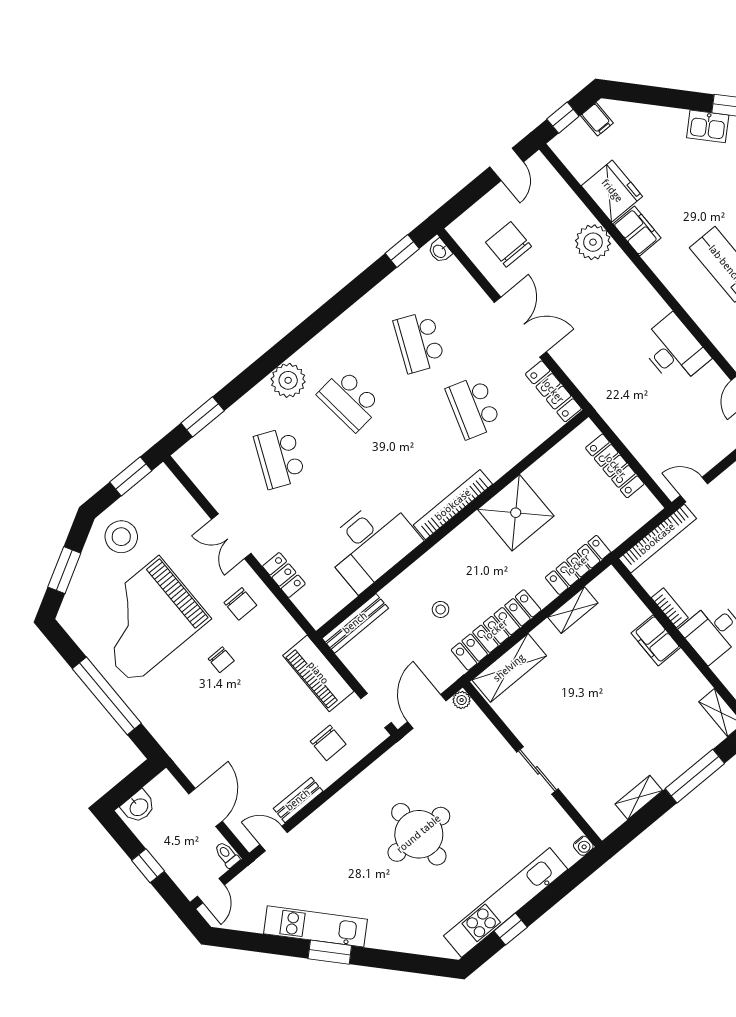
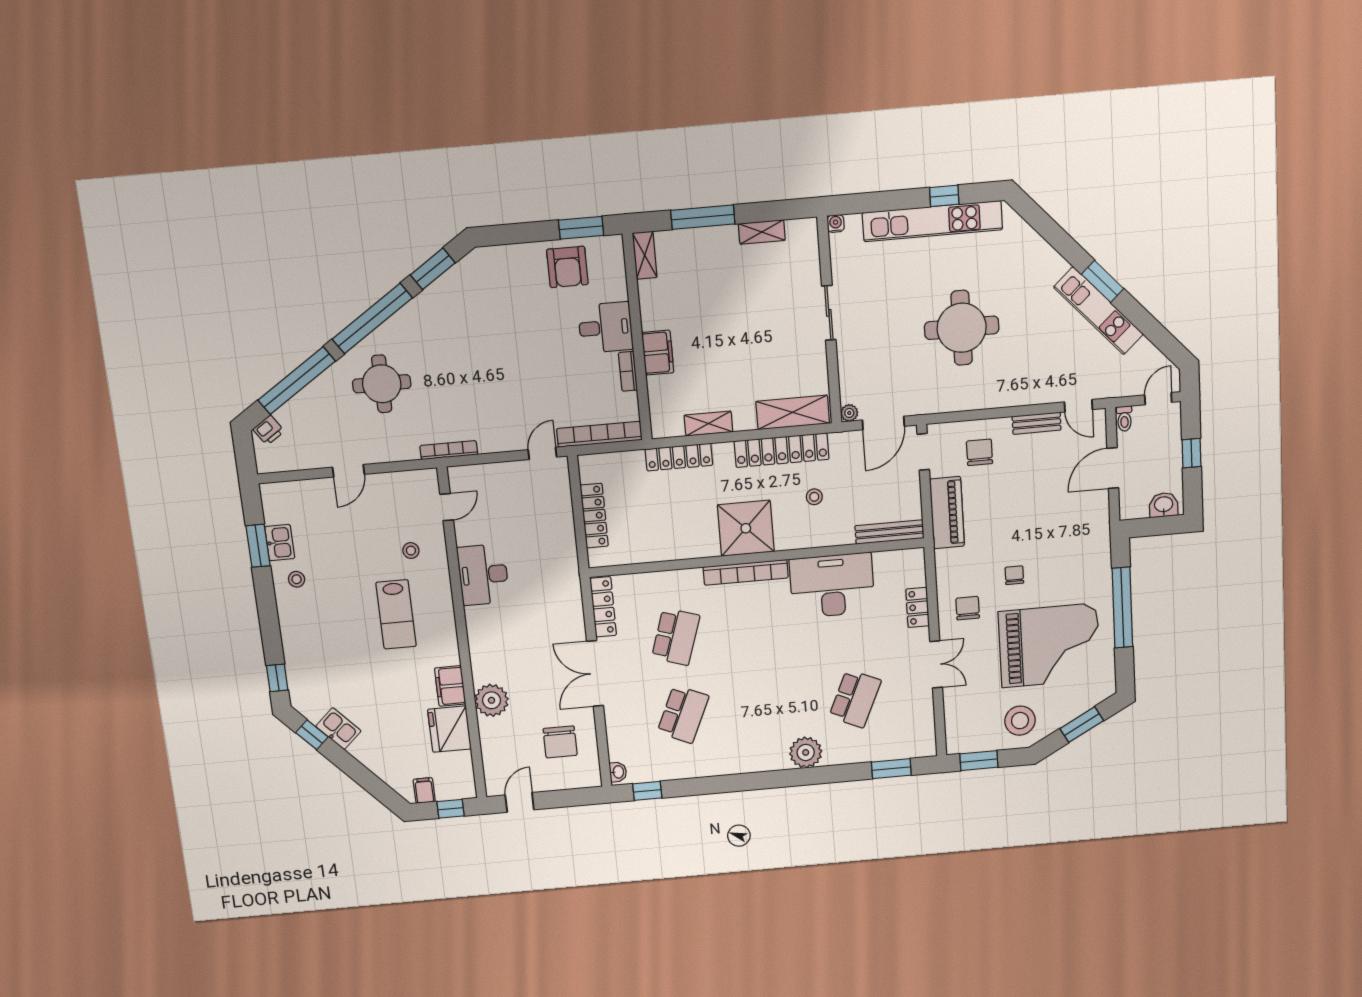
school desk: (349, 400) -> (769, 706), removed
door: (694, 490) -> (542, 453), swing flipped
shower: (516, 513) -> (746, 528), moved

